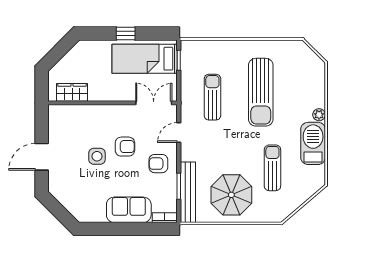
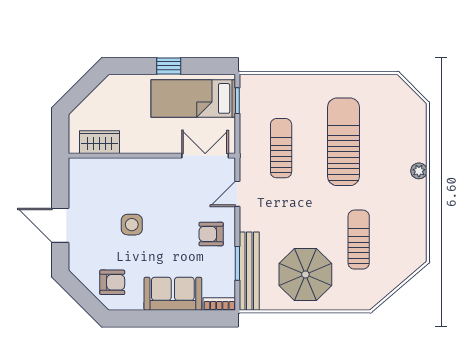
sun lounger: (261, 92) -> (343, 142), turned 180
barbecue: (313, 143) -> (411, 208), removed
armchair: (125, 147) -> (112, 282), moved
door: (42, 157) -> (60, 225), hinge flipped

